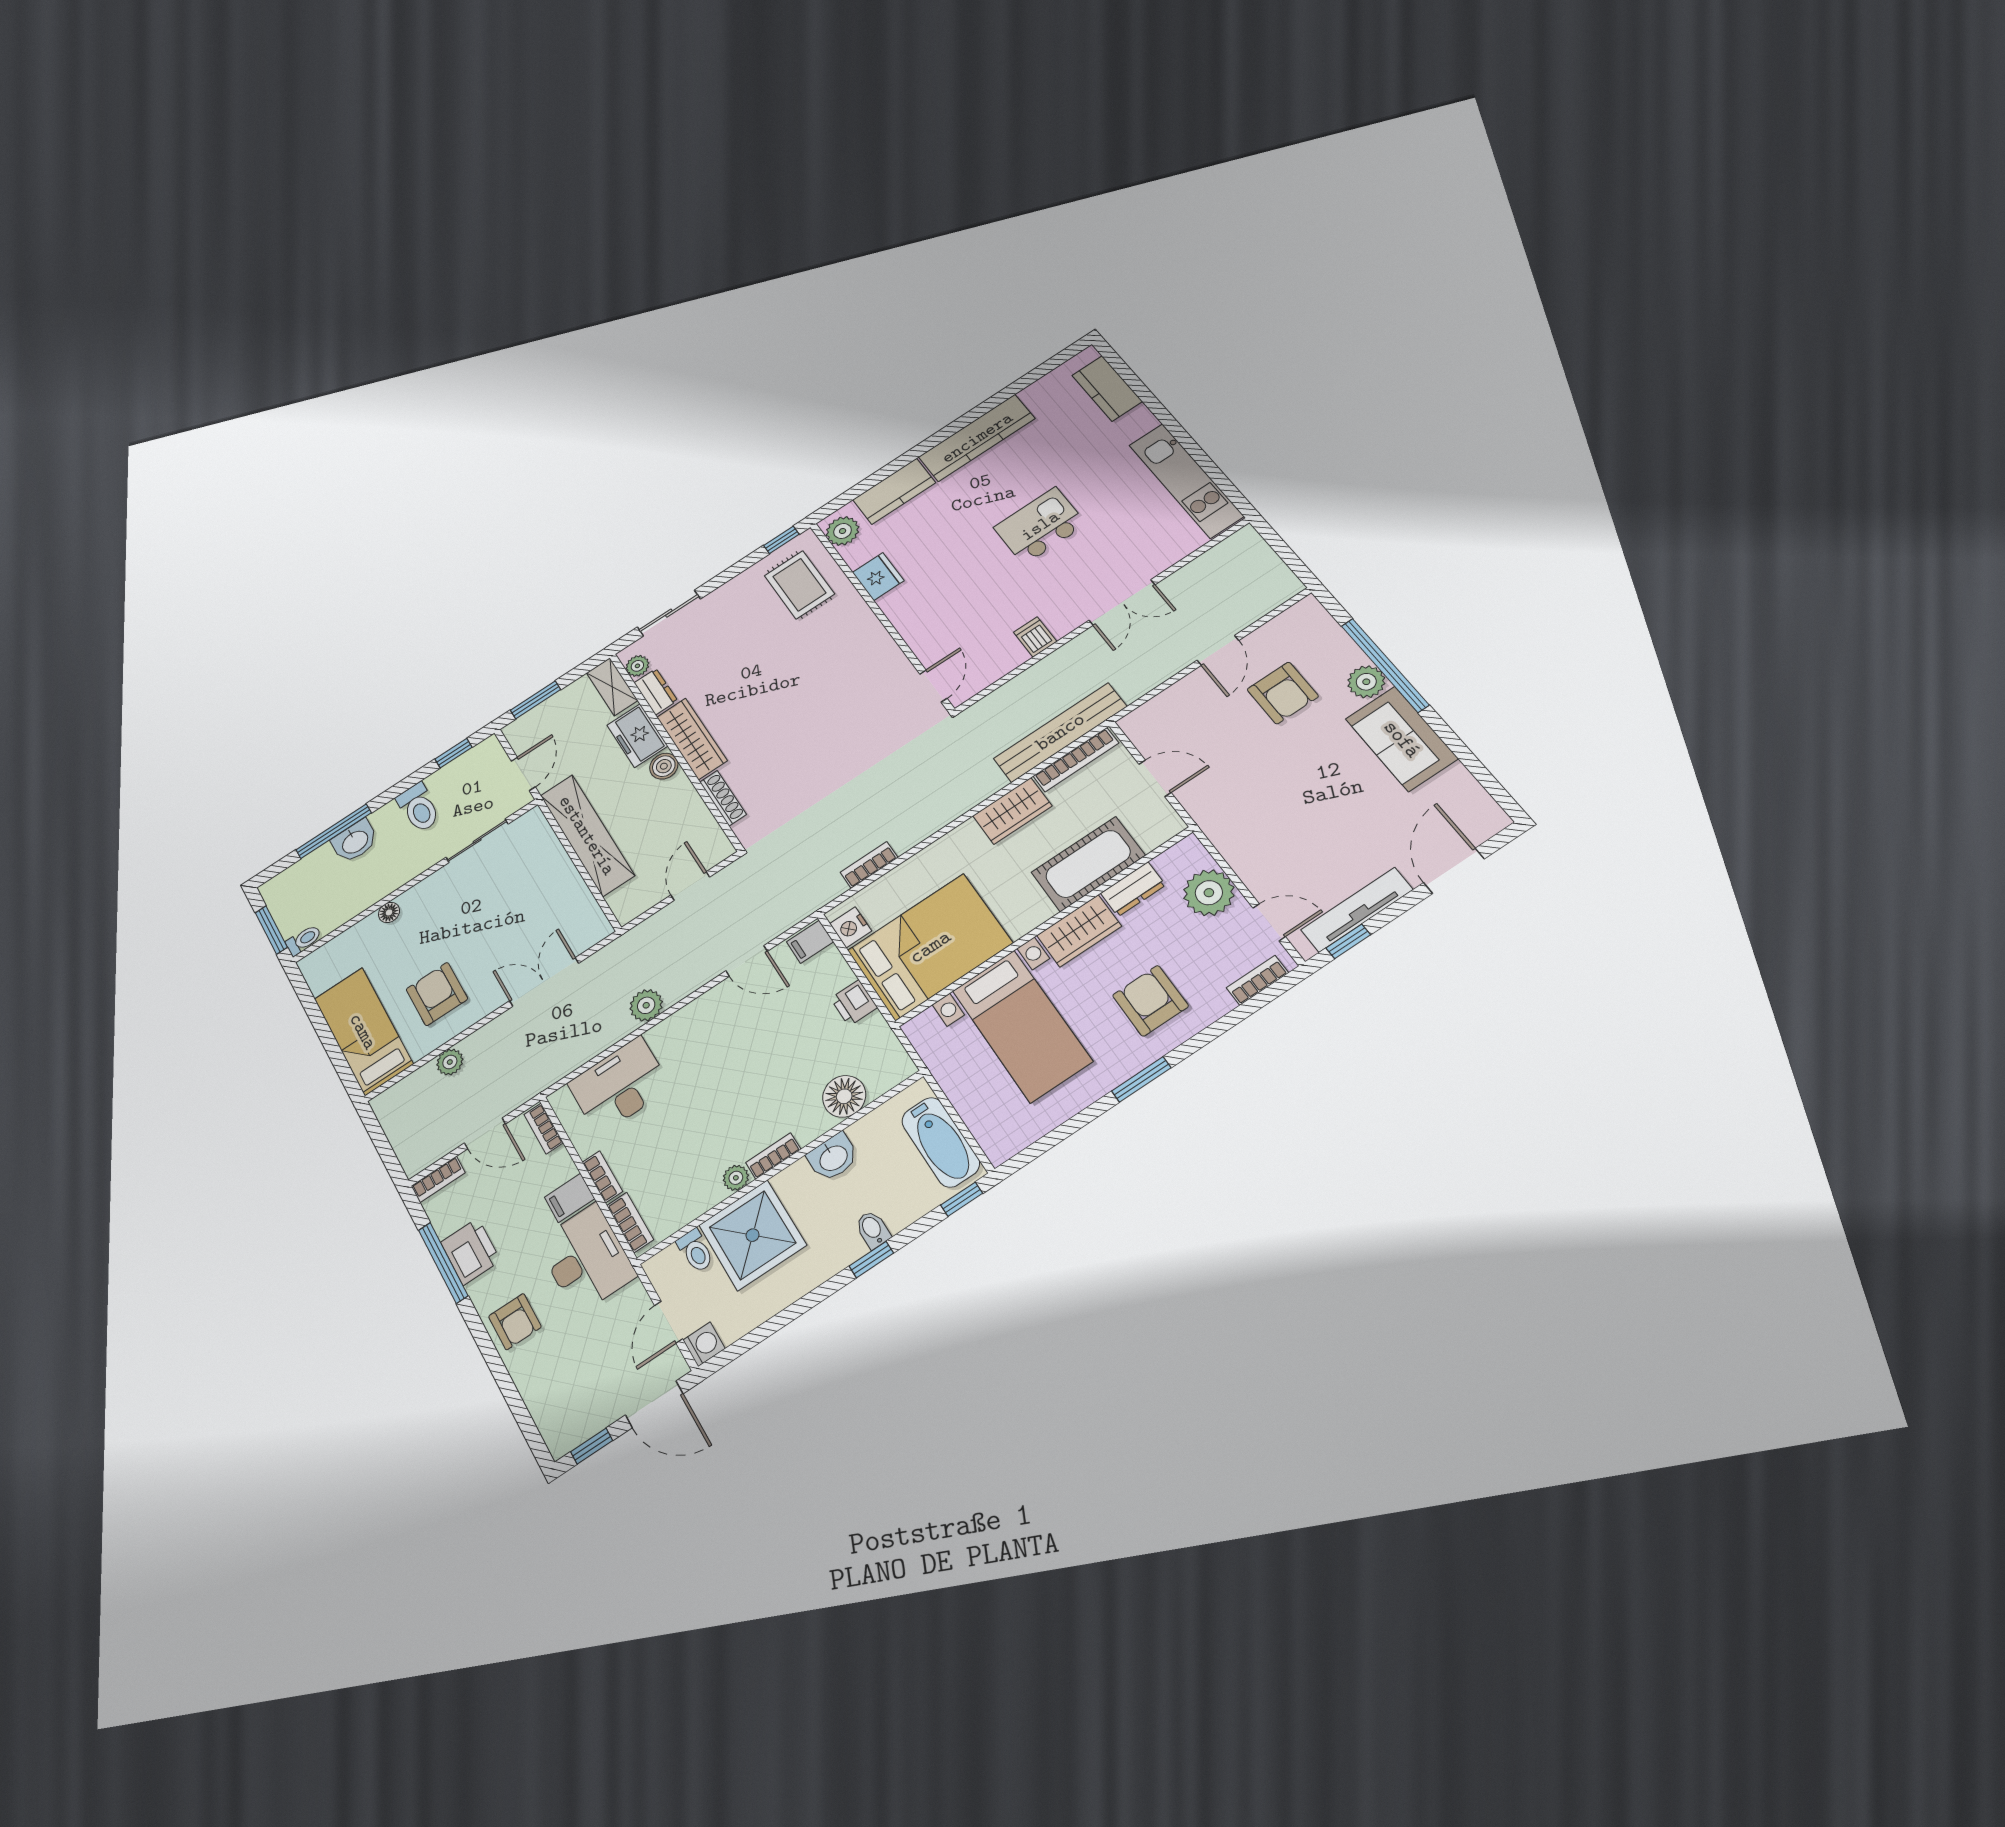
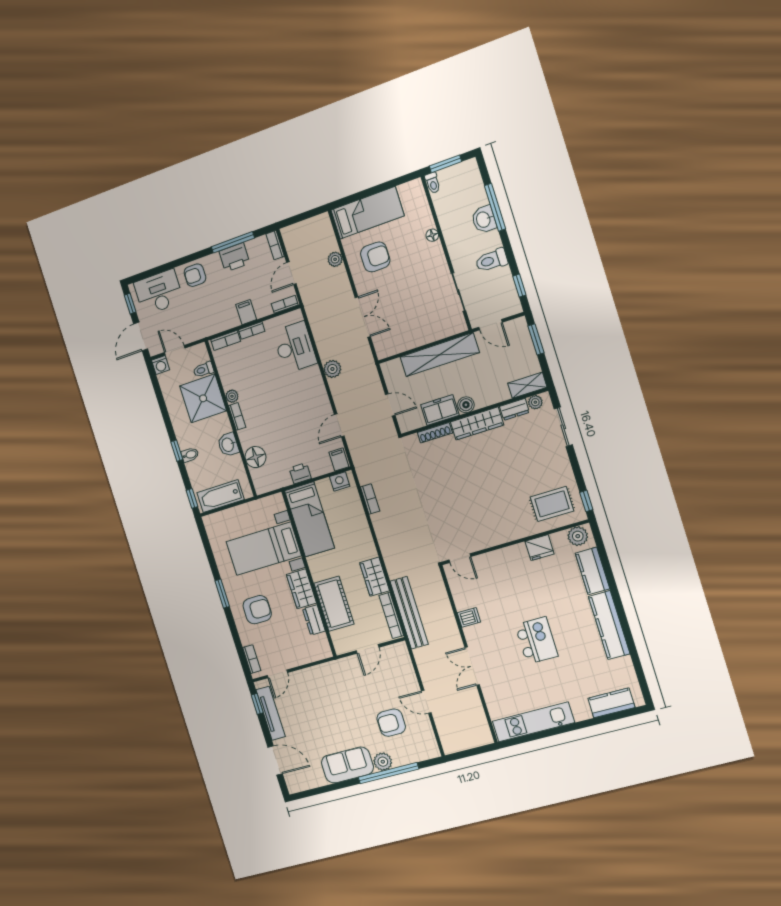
freezer: (637, 736) -> (440, 410), moved
plant: (1209, 893) -> (301, 653), removed
bed: (930, 947) -> (309, 519), width x0.67
desk: (586, 1259) -> (159, 292), moved, turned 180

